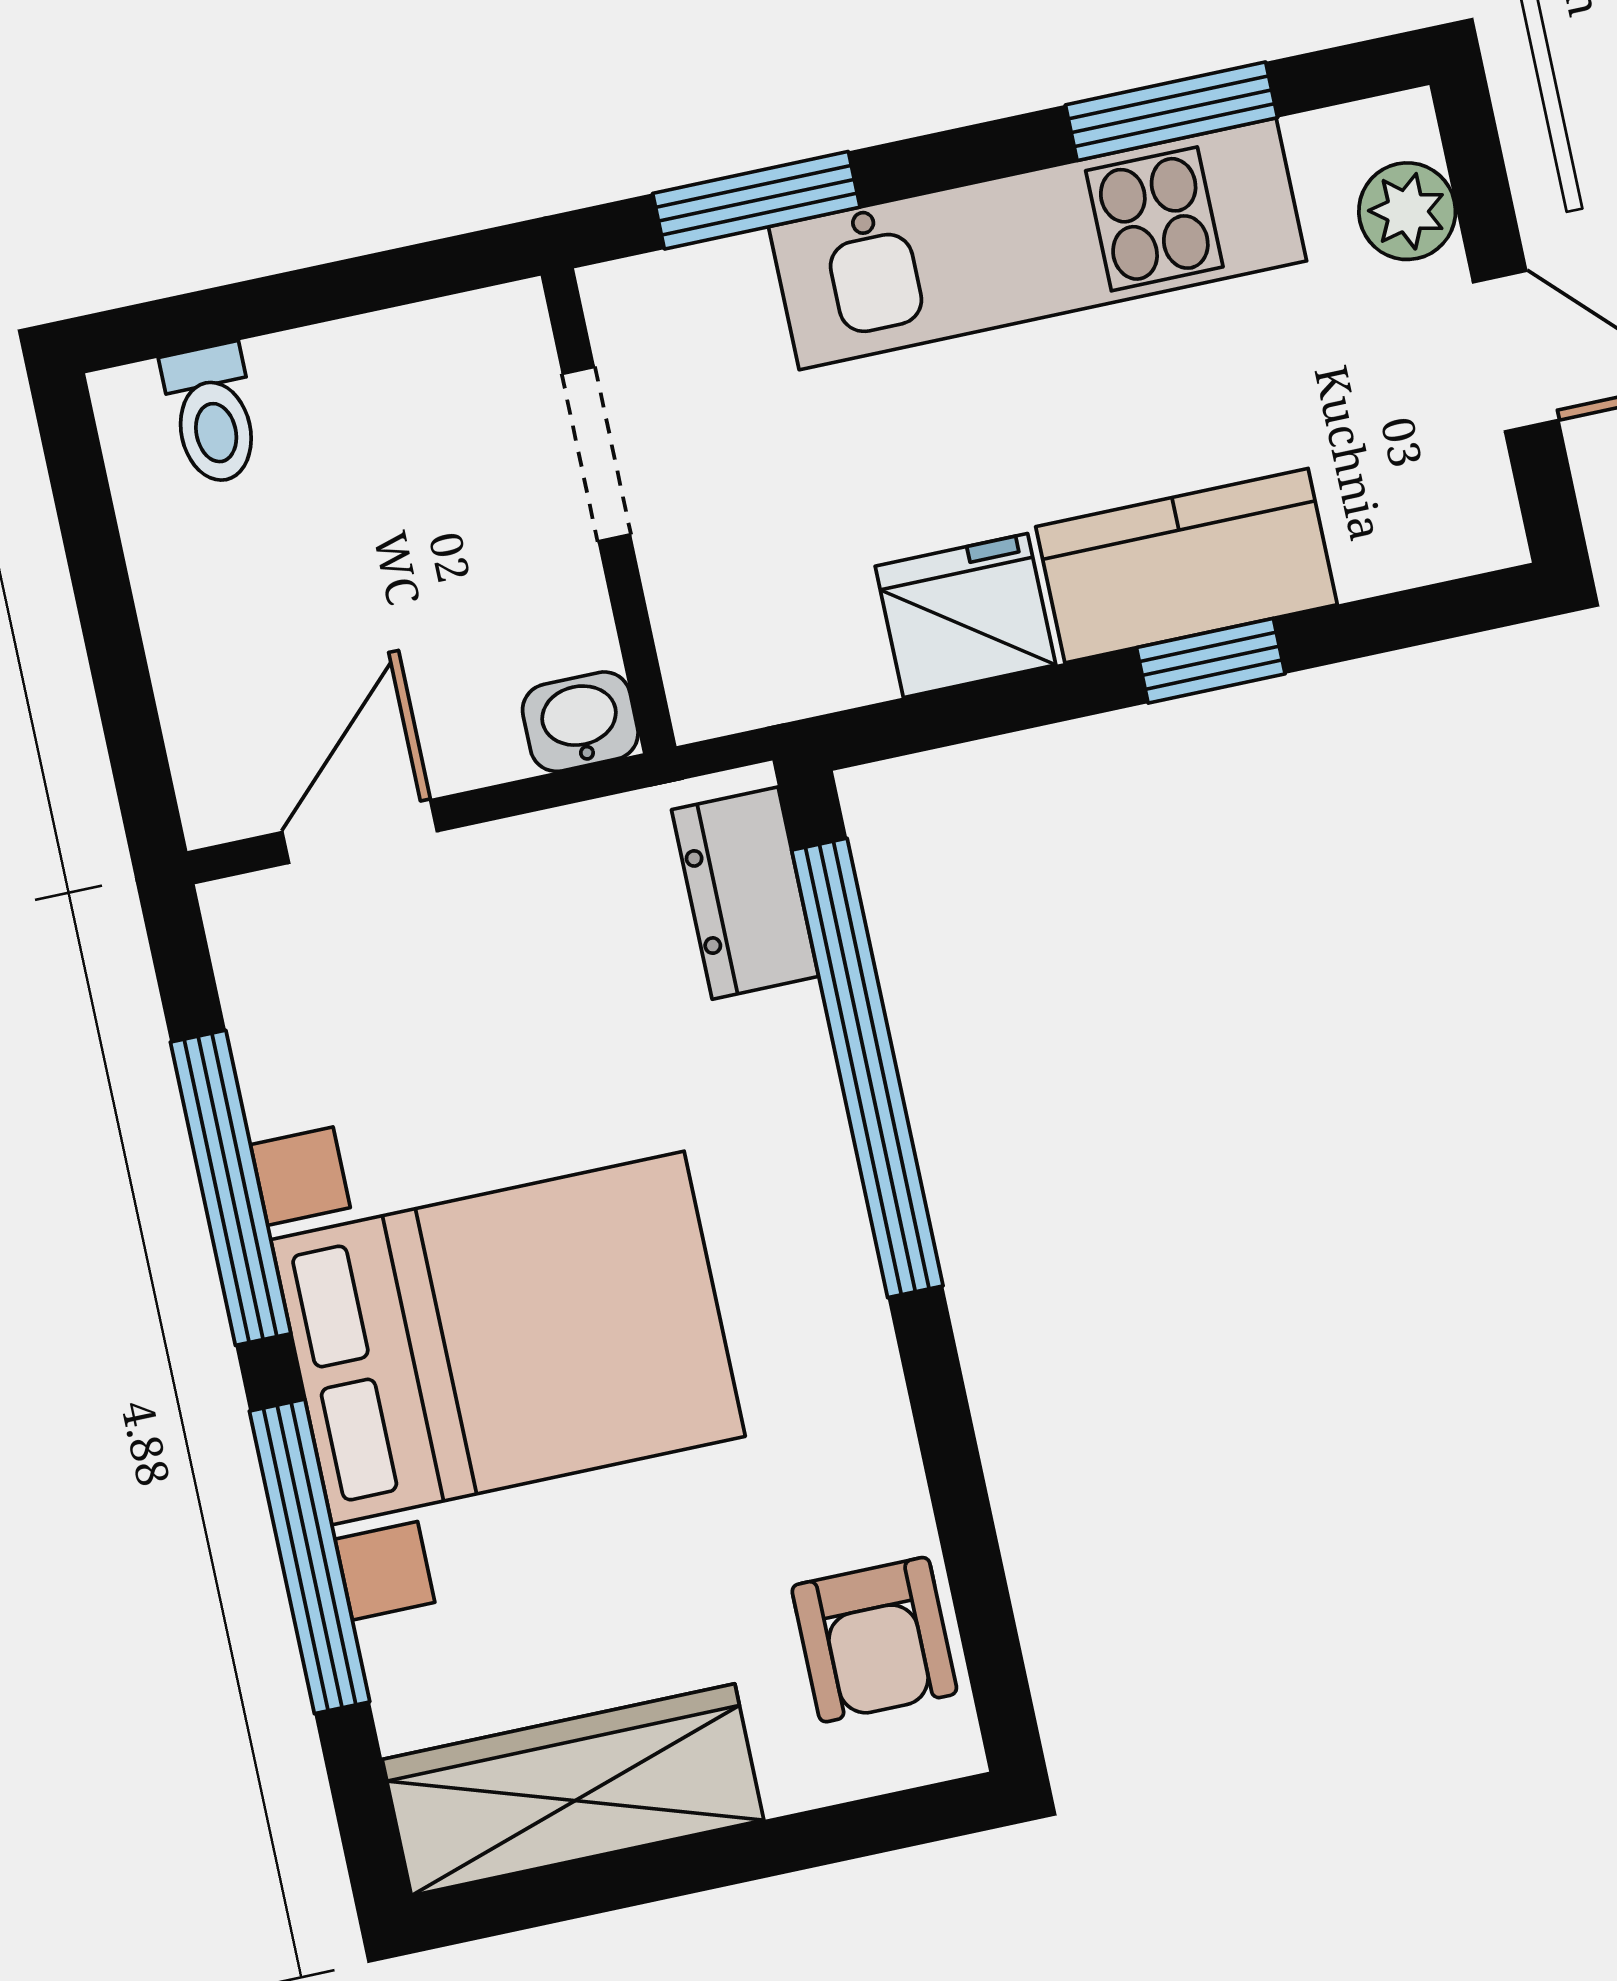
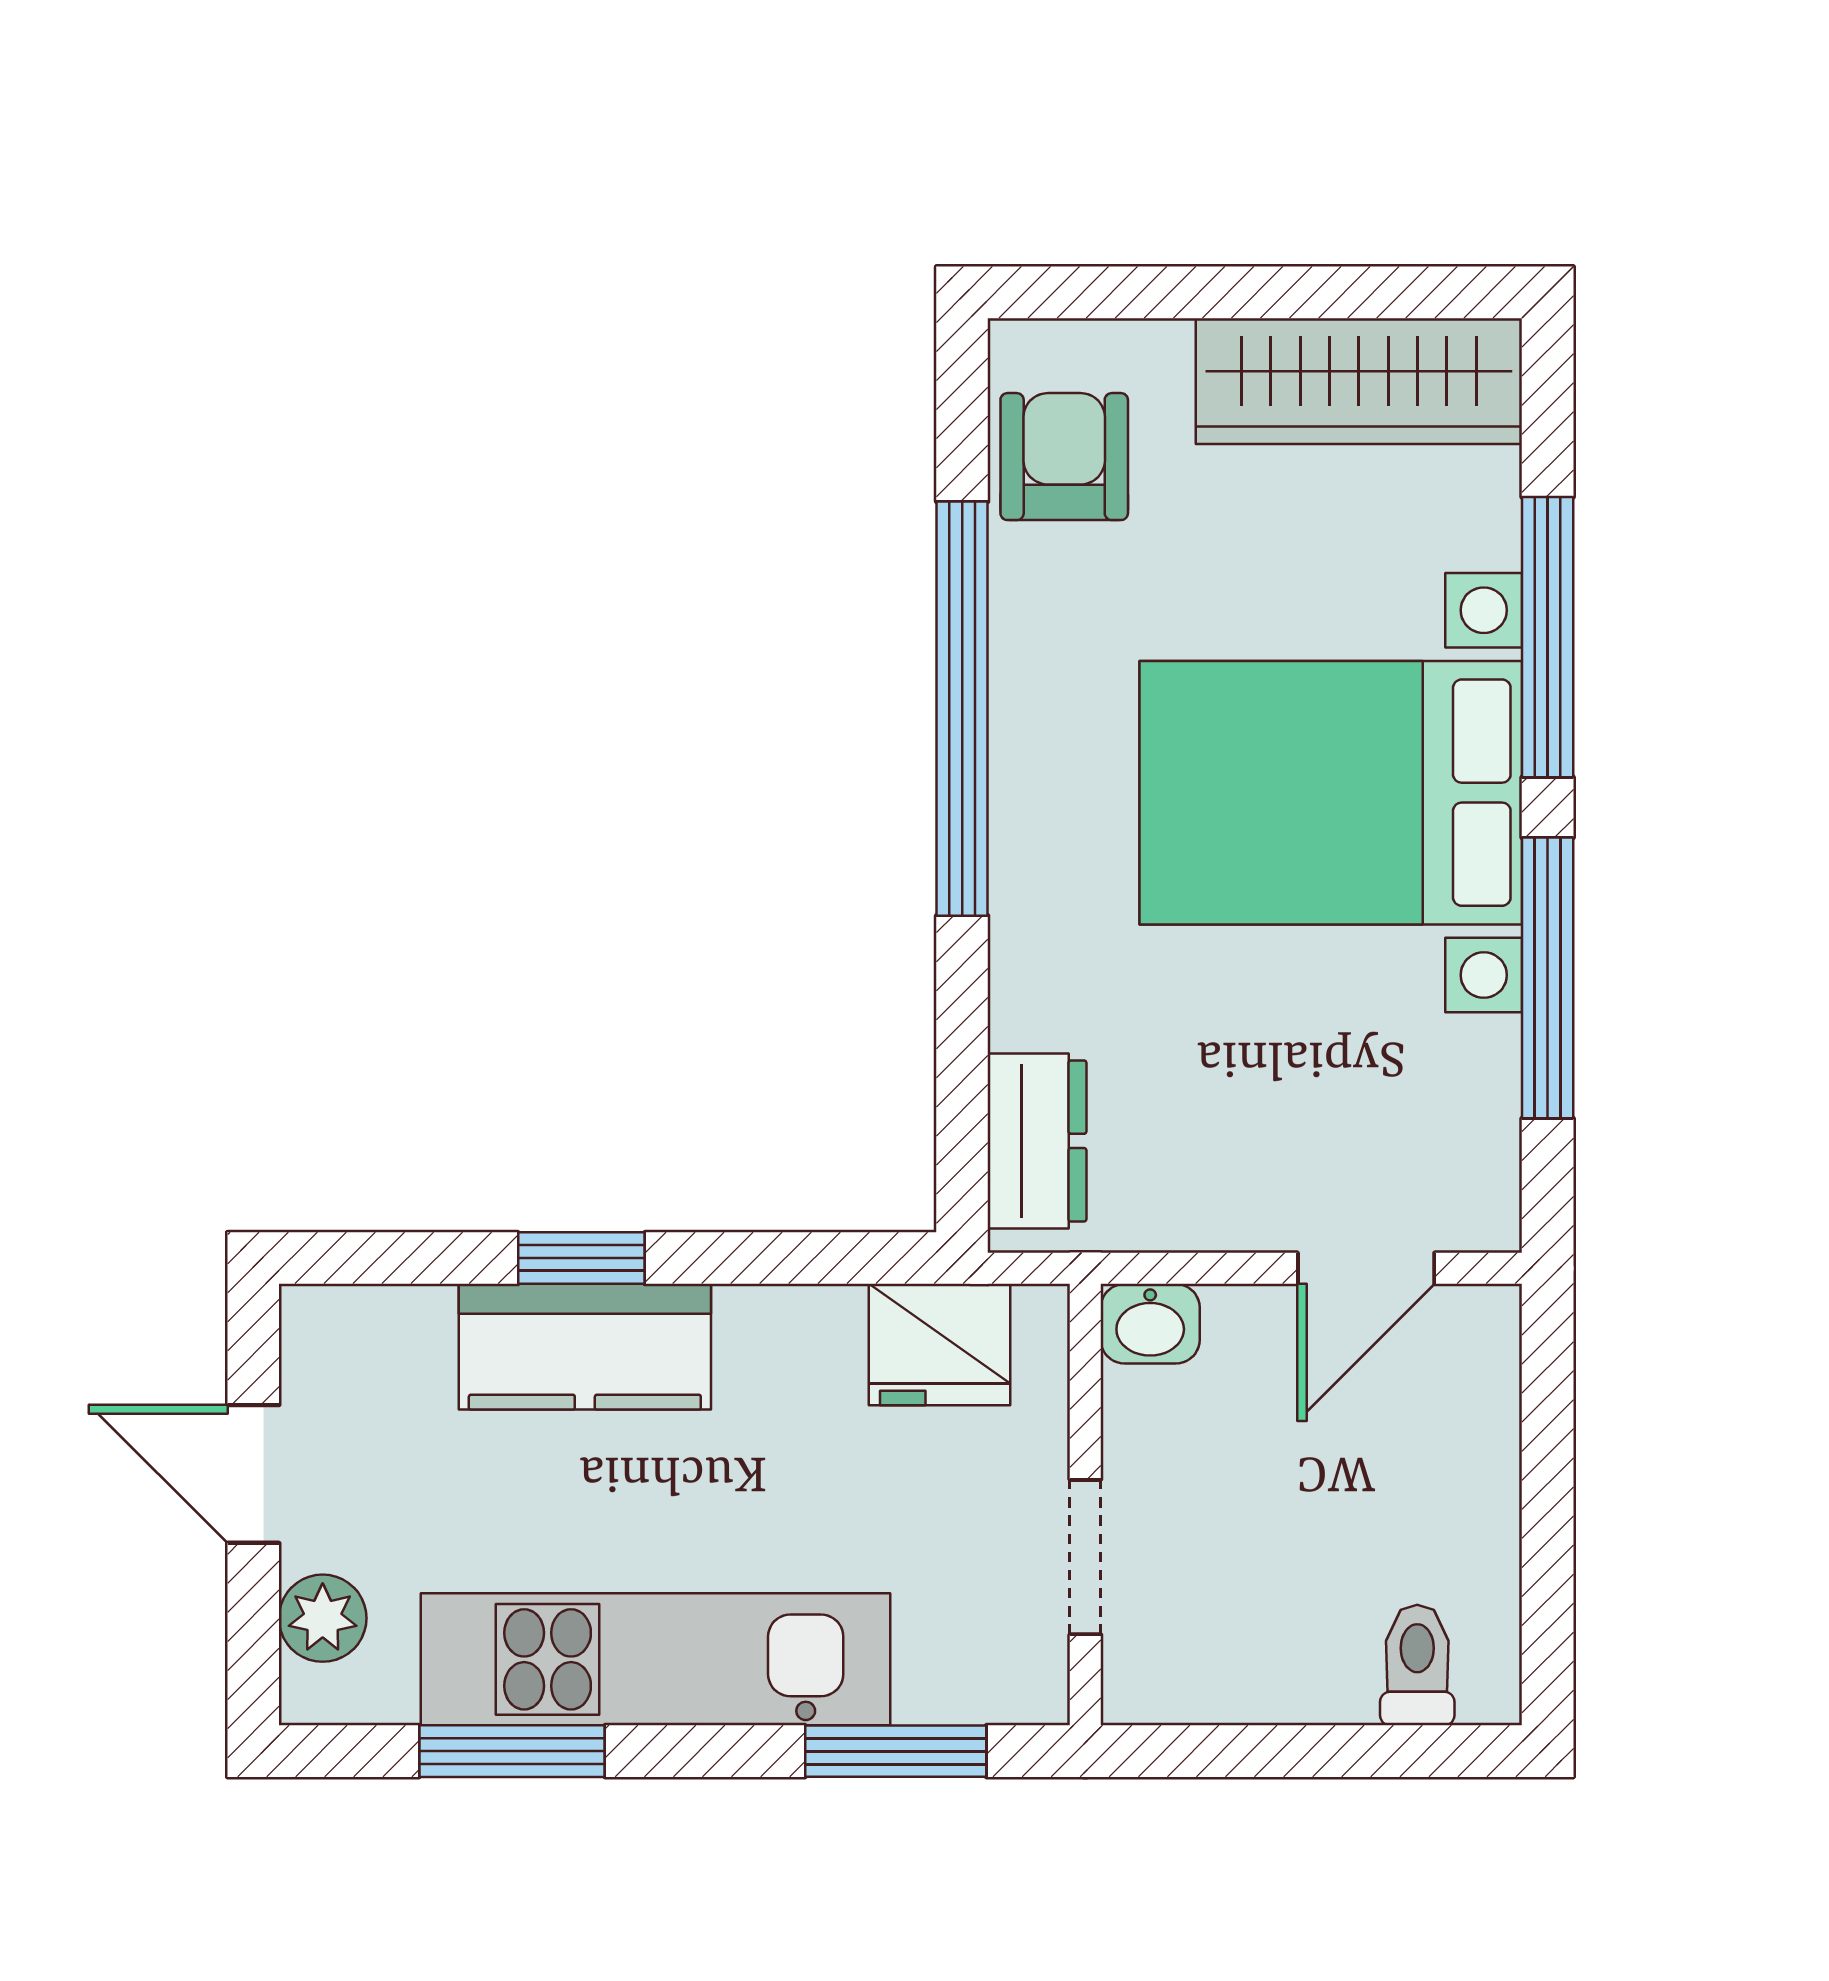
fridge: (966, 616) -> (939, 1345), moved
window: (867, 1068) -> (962, 709), moved

